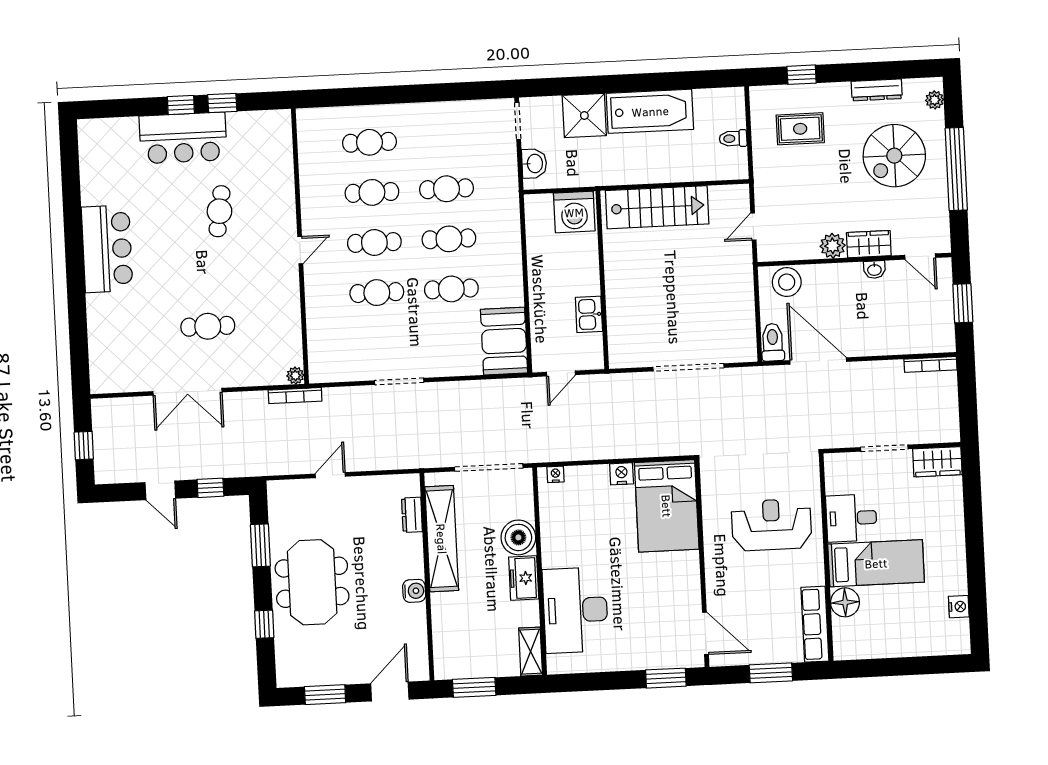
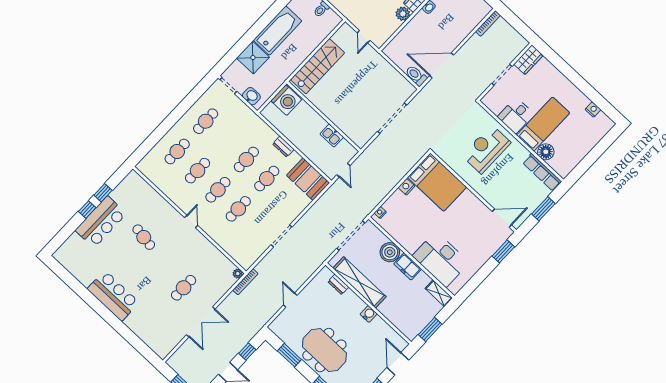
cafe table: (446, 189) -> (206, 121), moved
dresser: (513, 268) -> (283, 147), added
stool: (787, 282) -> (398, 46), removed

